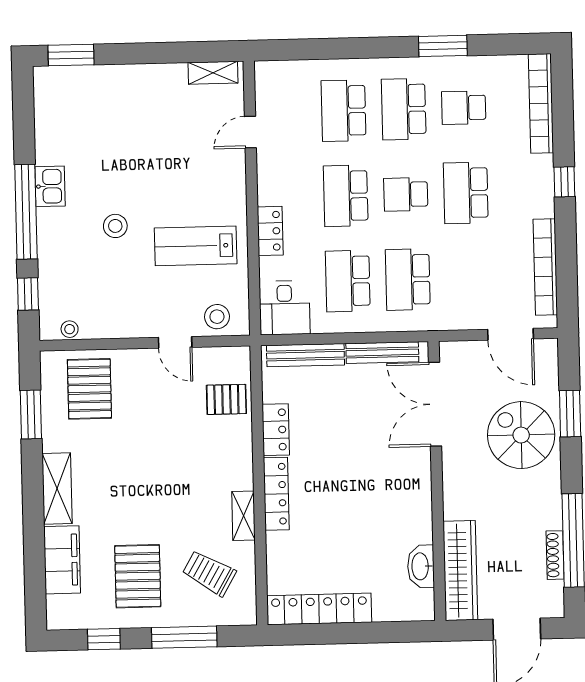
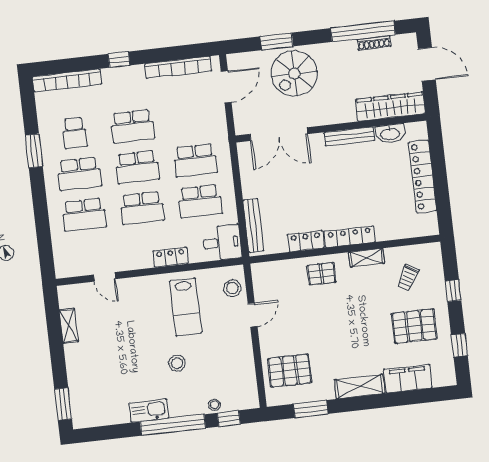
shelving: (213, 73) -> (69, 326), moved
kitchen sink: (50, 186) -> (149, 411), width x1.38
school desk: (406, 194) -> (137, 167), width x1.85
stool: (70, 329) -> (214, 405), moved
bench: (382, 353) -> (349, 136), moved, turned 90
pallet: (226, 399) -> (321, 274), moved, turned 90
trolley: (209, 573) -> (408, 278), width x0.73, depth x0.72
locker: (319, 609) -> (423, 176), moved
window: (184, 637) -> (453, 291), width x0.46

